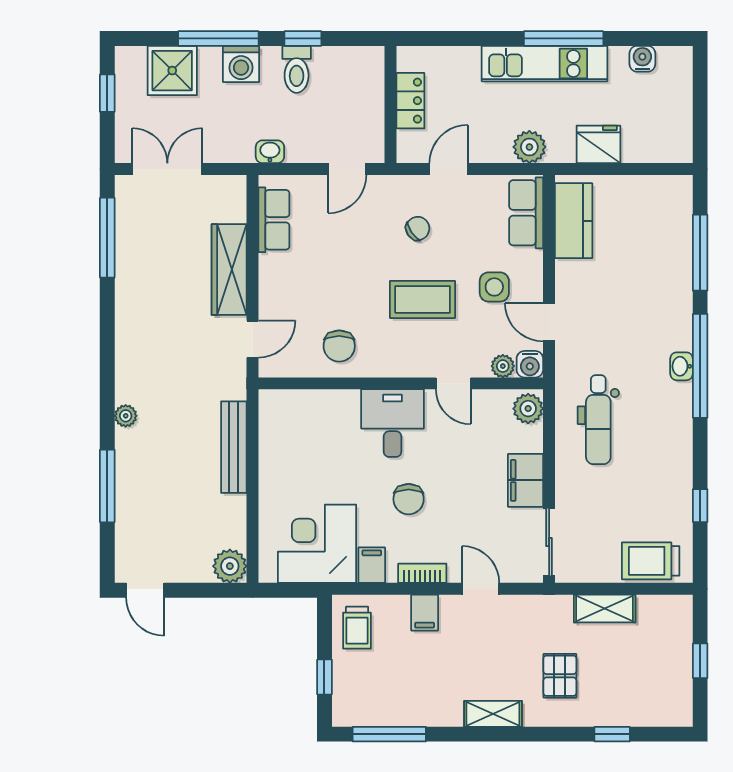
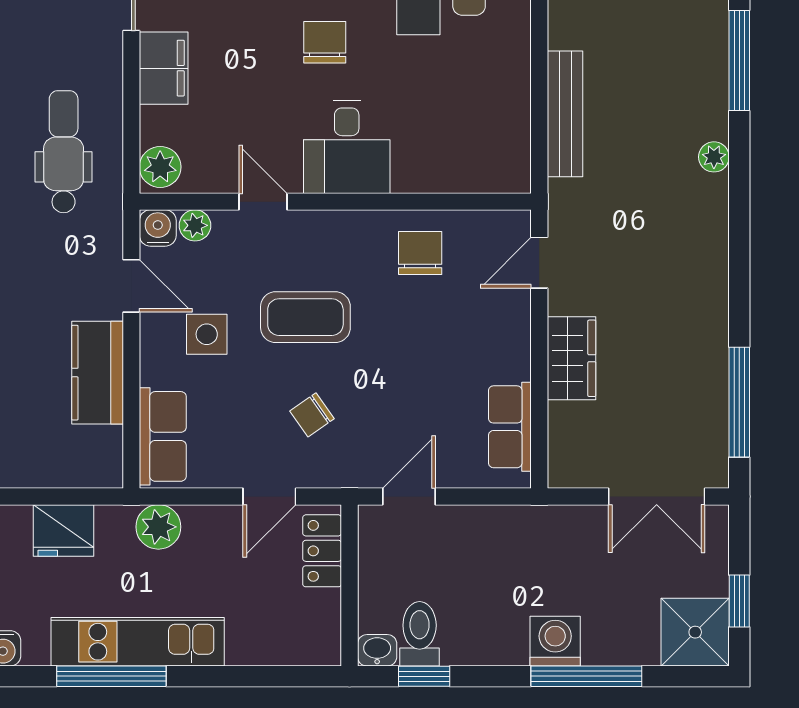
window: (303, 38) -> (424, 676), moved
toilet: (297, 69) -> (420, 634), moved
shower: (172, 71) -> (695, 632), moved
locker: (410, 101) -> (322, 551), moved
washbasin: (270, 152) -> (377, 650), moved, turned 180
kitchen counter: (574, 221) -> (98, 373), moved
wardrobe: (229, 270) -> (572, 358), width x0.67

